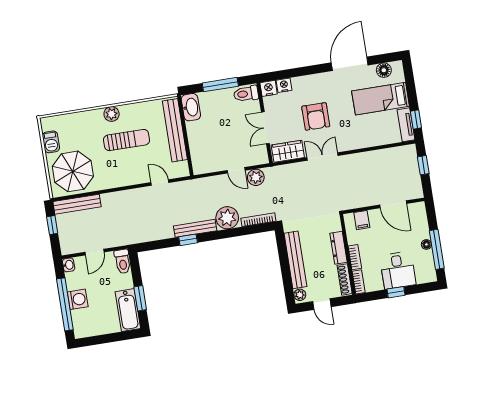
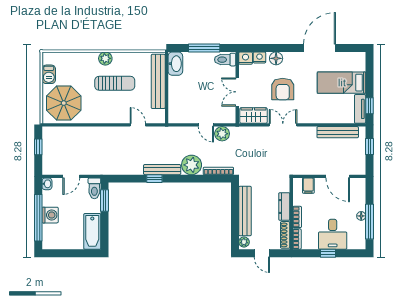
floor lamp: (384, 70) -> (276, 58), moved
bench: (77, 204) -> (338, 132), moved
window: (140, 298) -> (105, 200), moved

